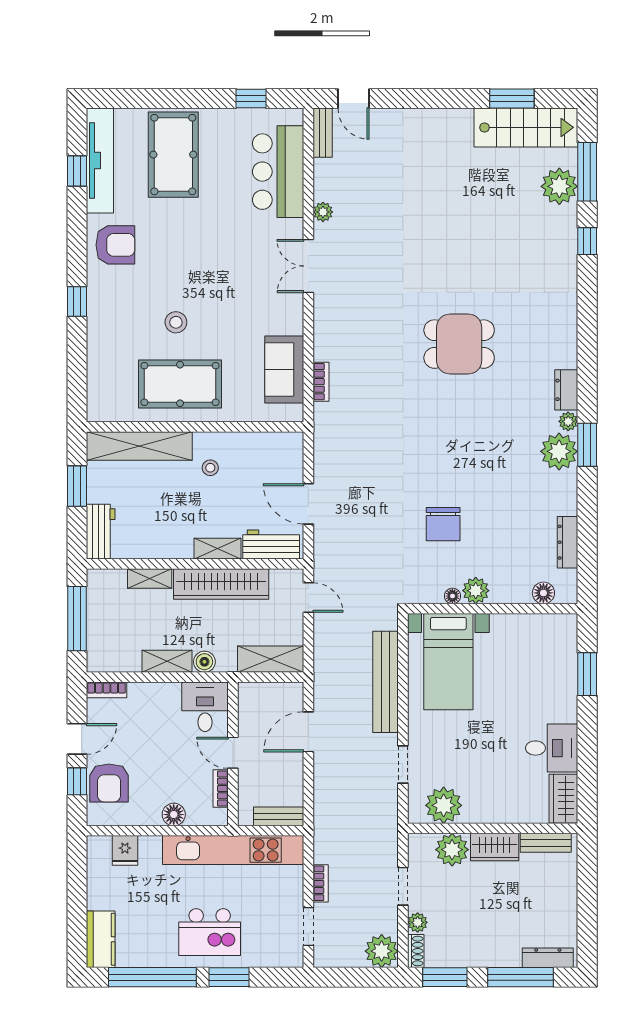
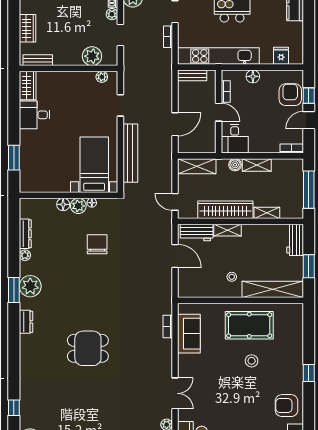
plant: (568, 421) -> (25, 255), moved
floor lamp: (543, 593) -> (63, 204), moved
plant: (444, 805) -> (102, 77), width x0.53, depth x0.53
wardrobe: (495, 847) -> (27, 28), moved, turned 90

